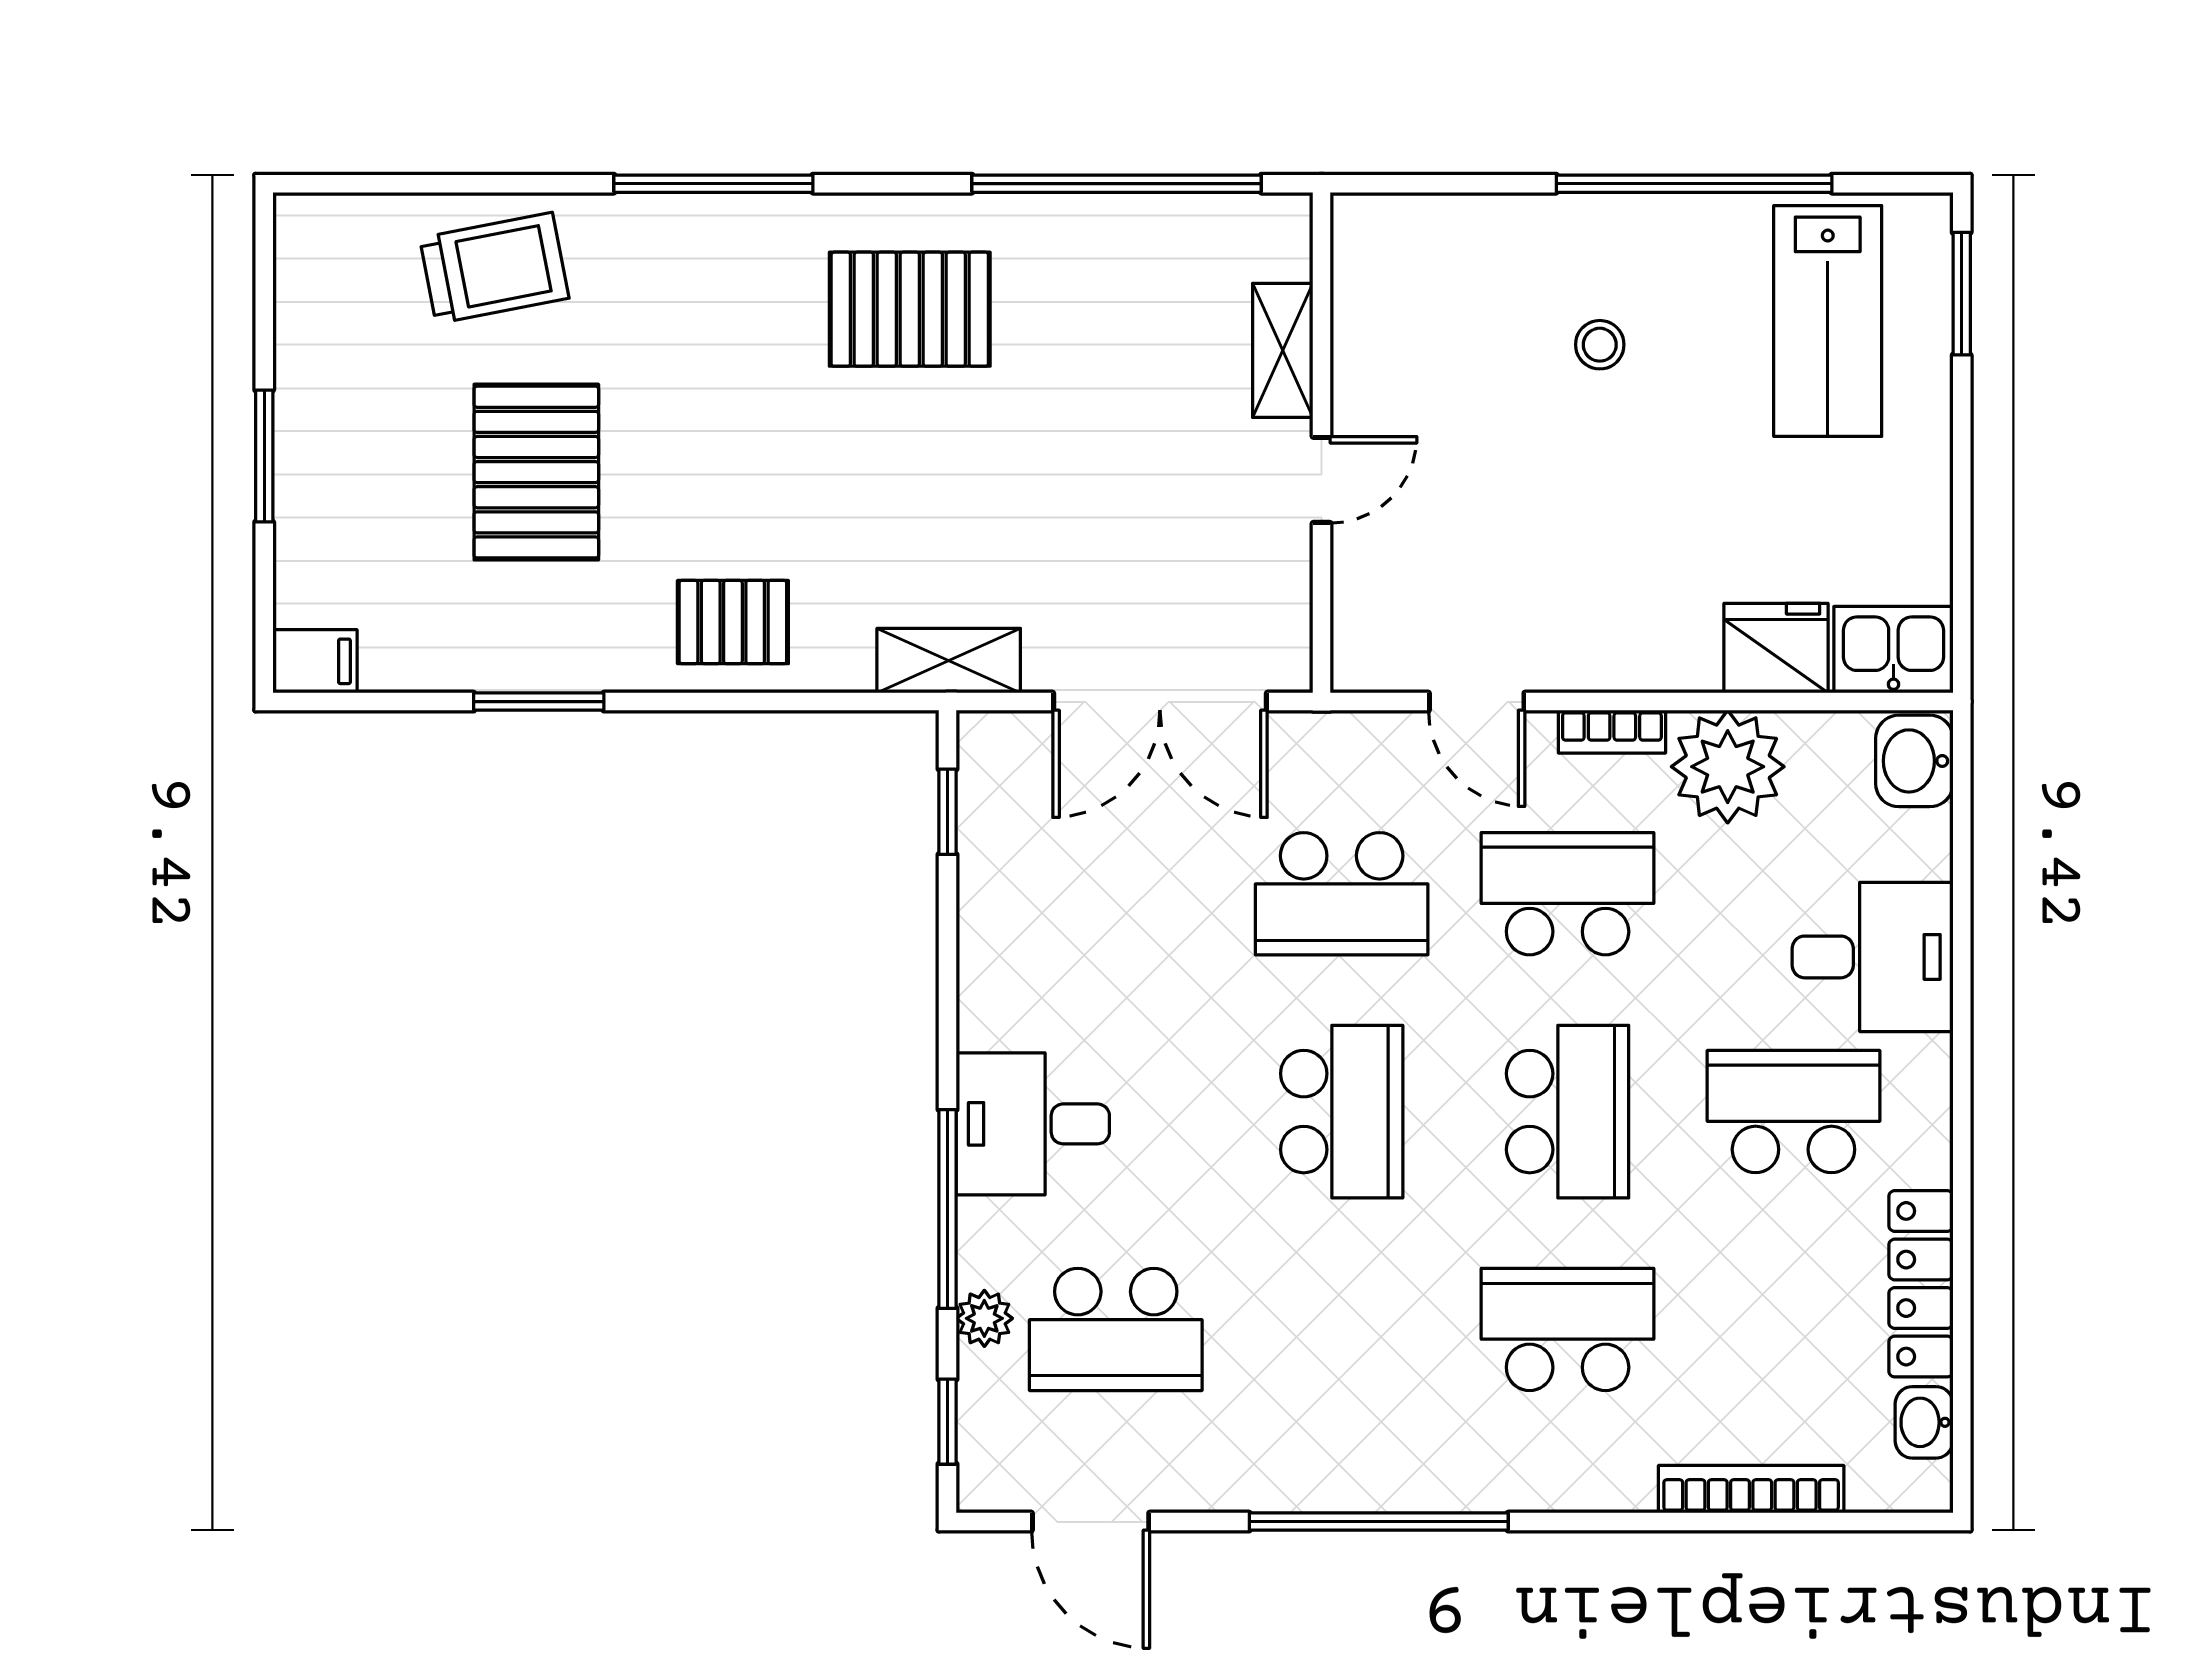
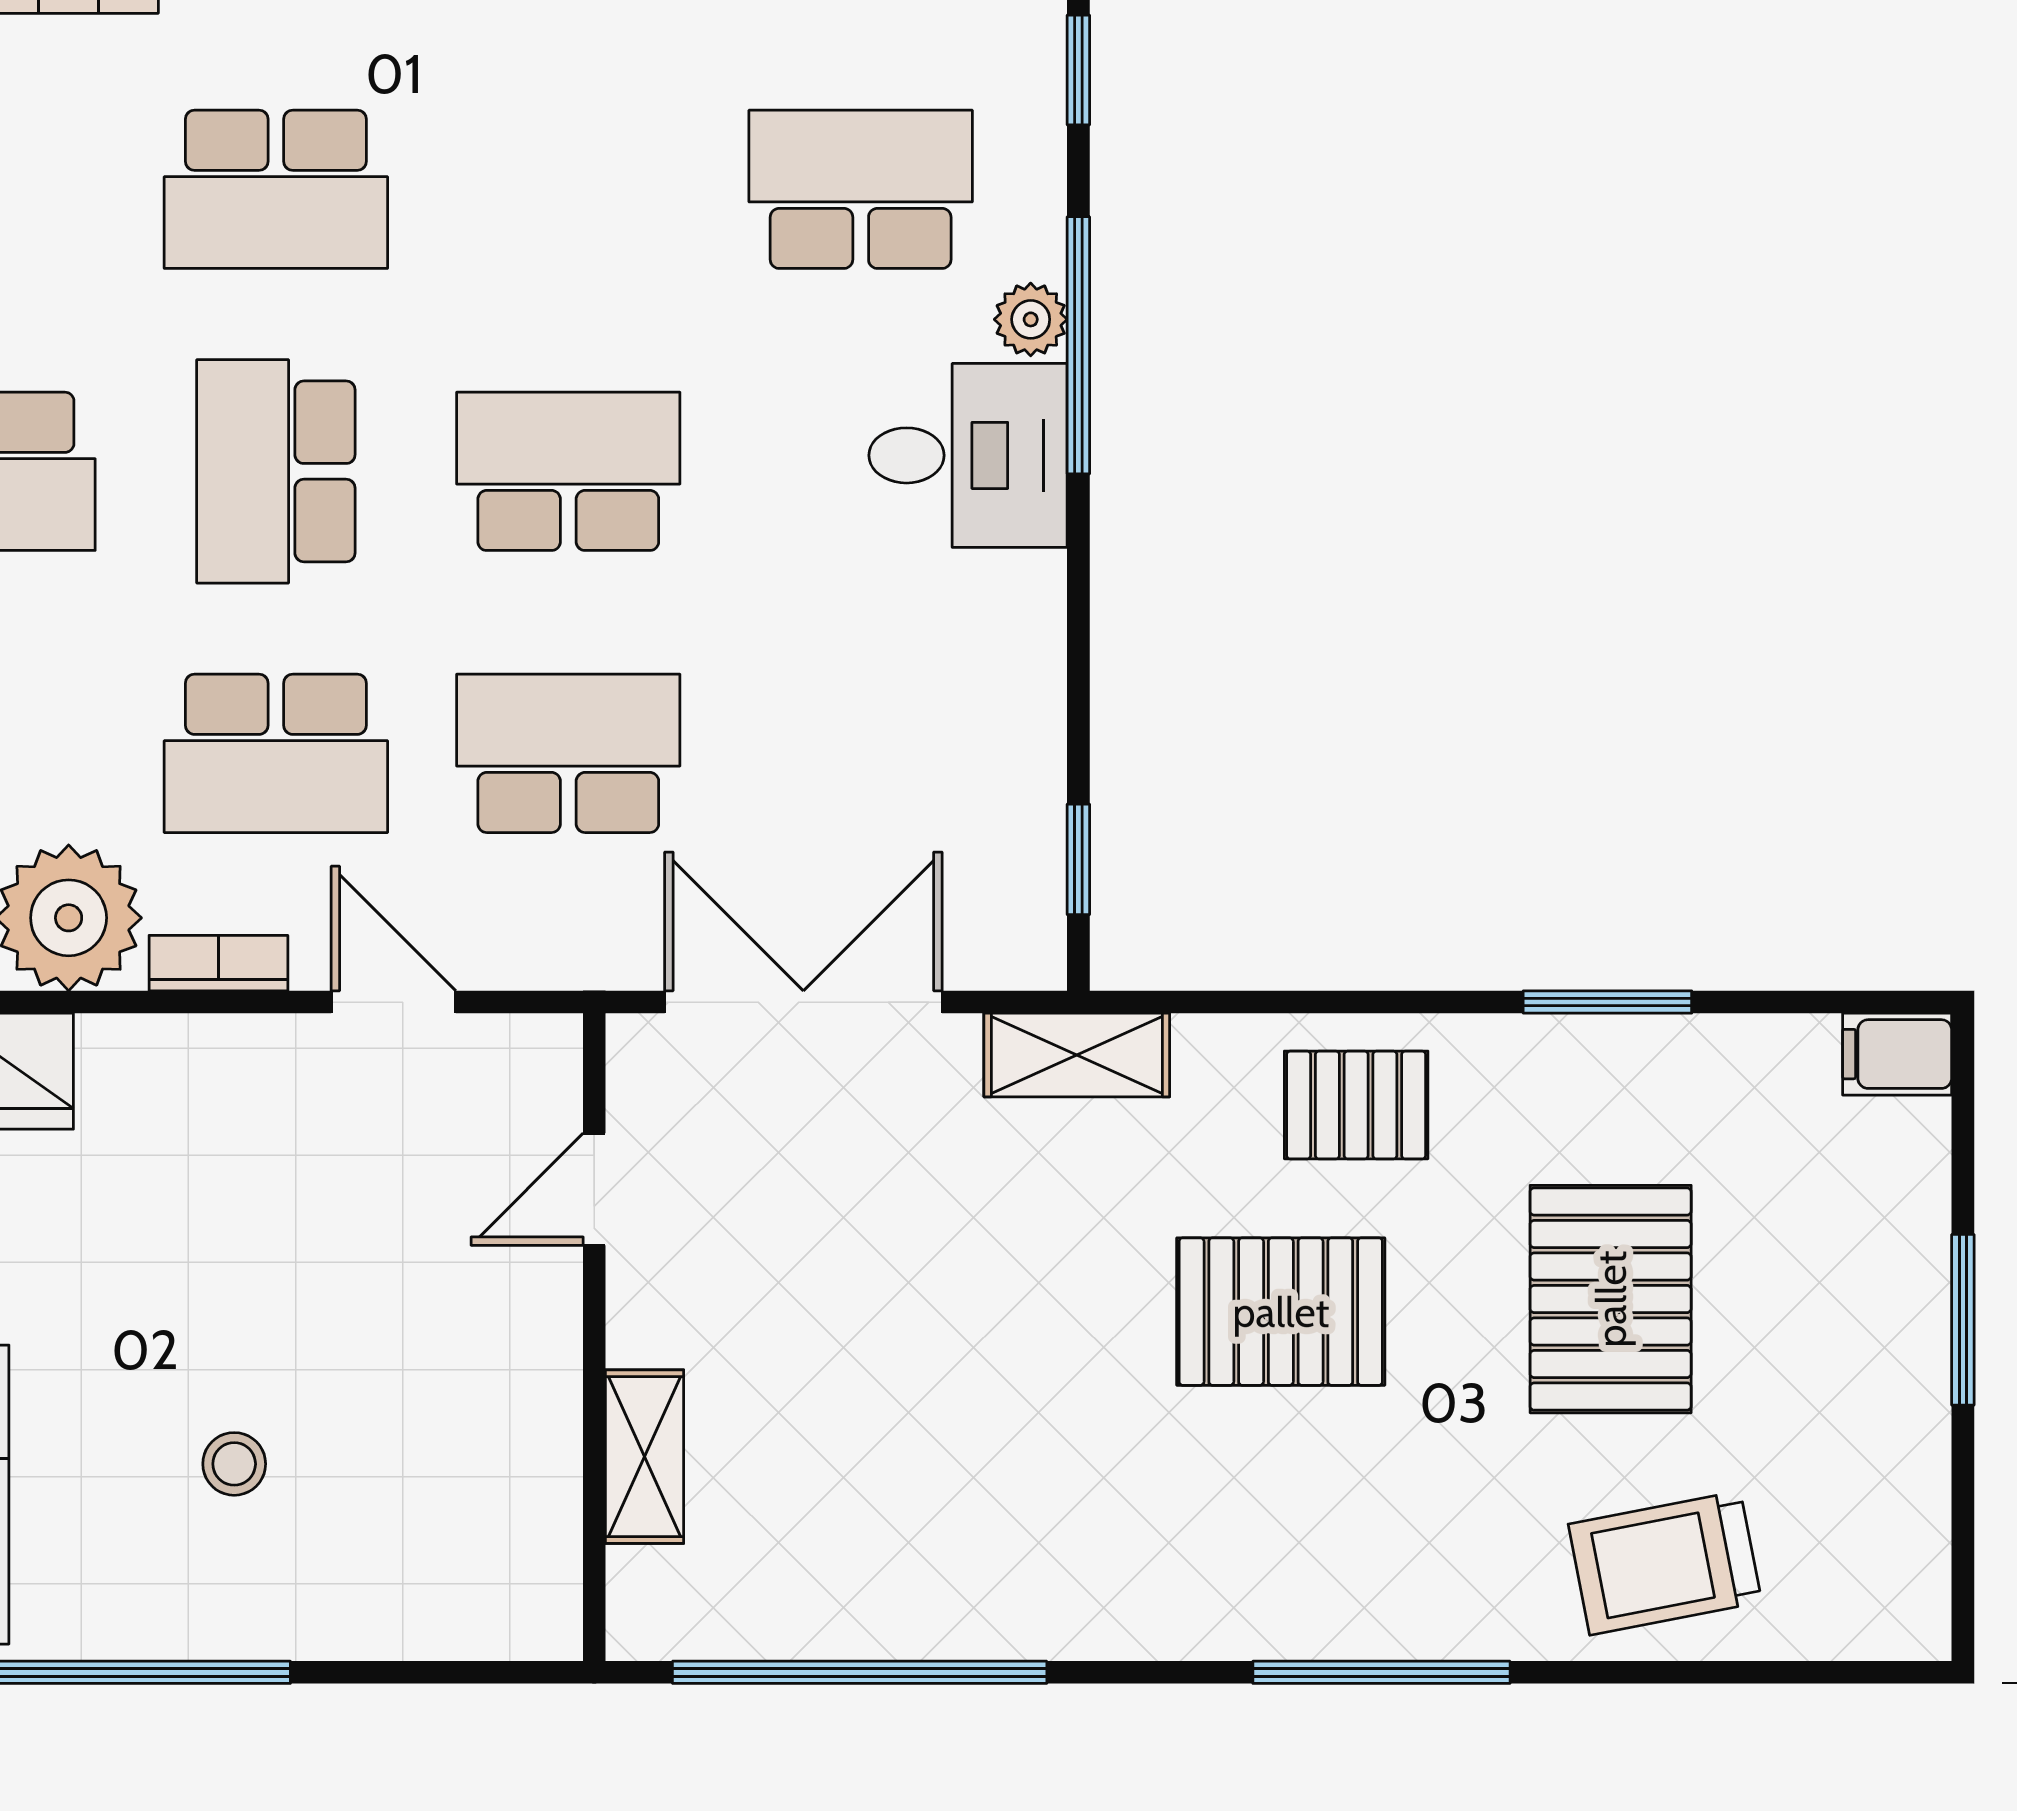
pallet: (910, 309) -> (1281, 1312), moved
door: (1322, 480) -> (594, 1189), moved
school desk: (1342, 1112) -> (568, 471), turned 90
plant: (984, 1318) -> (1031, 319), moved

